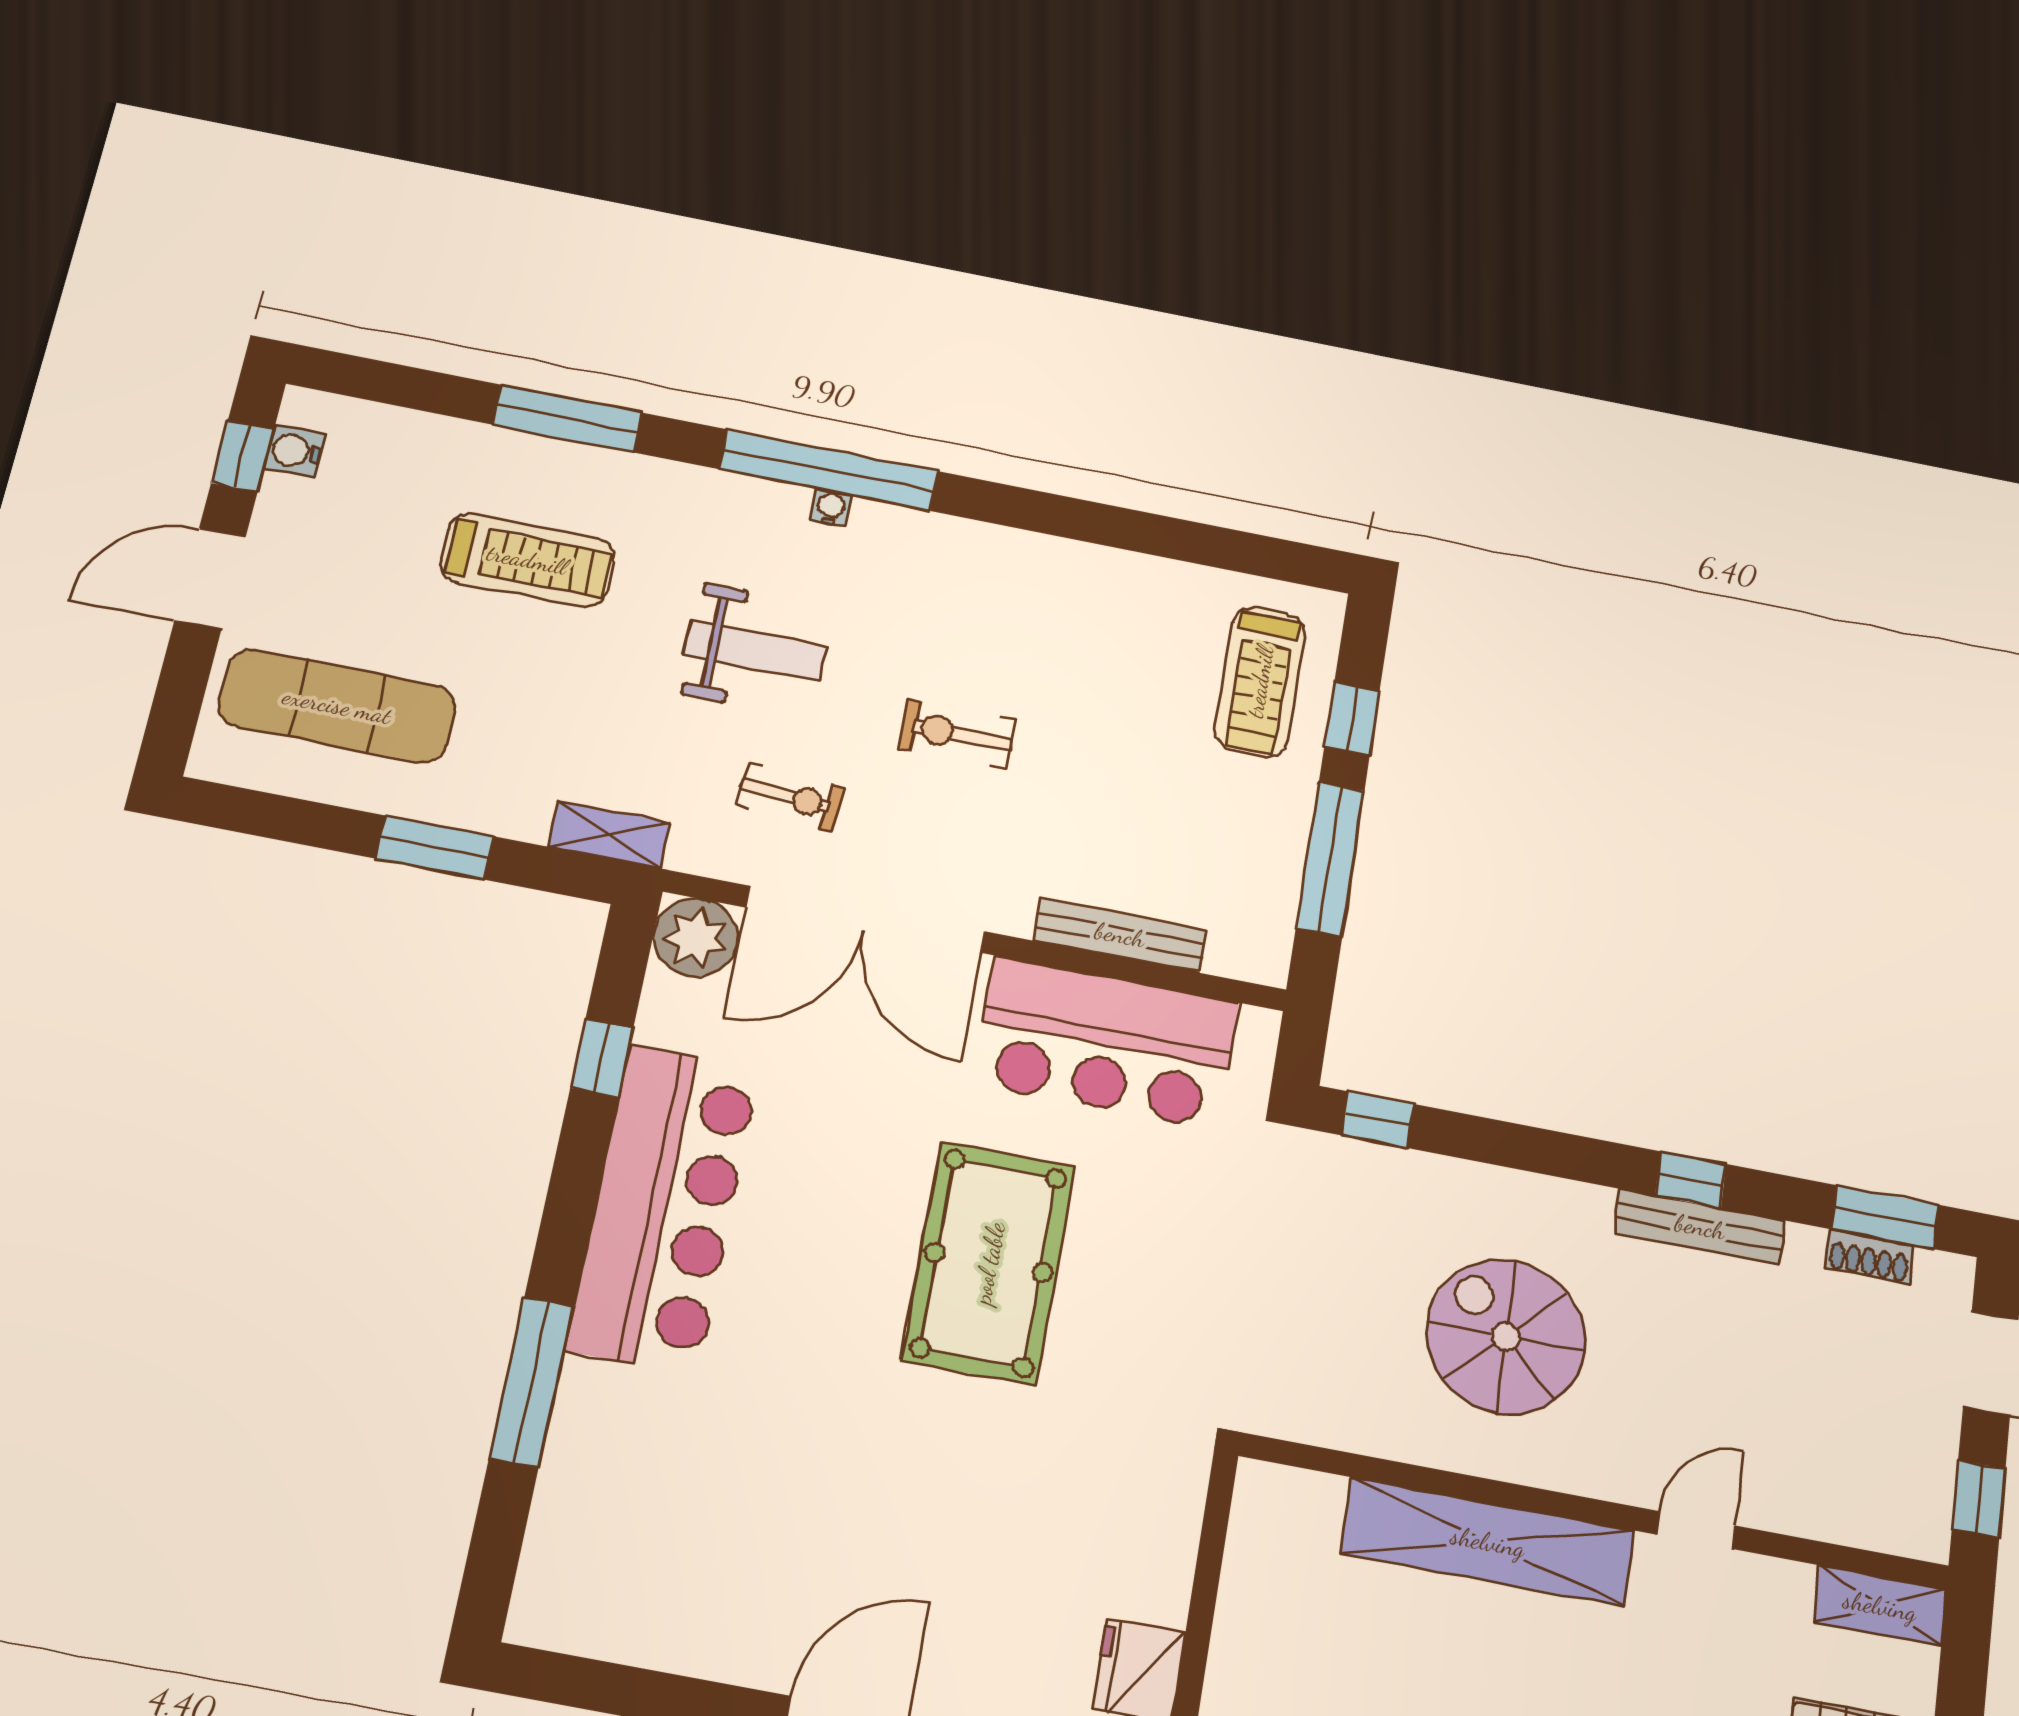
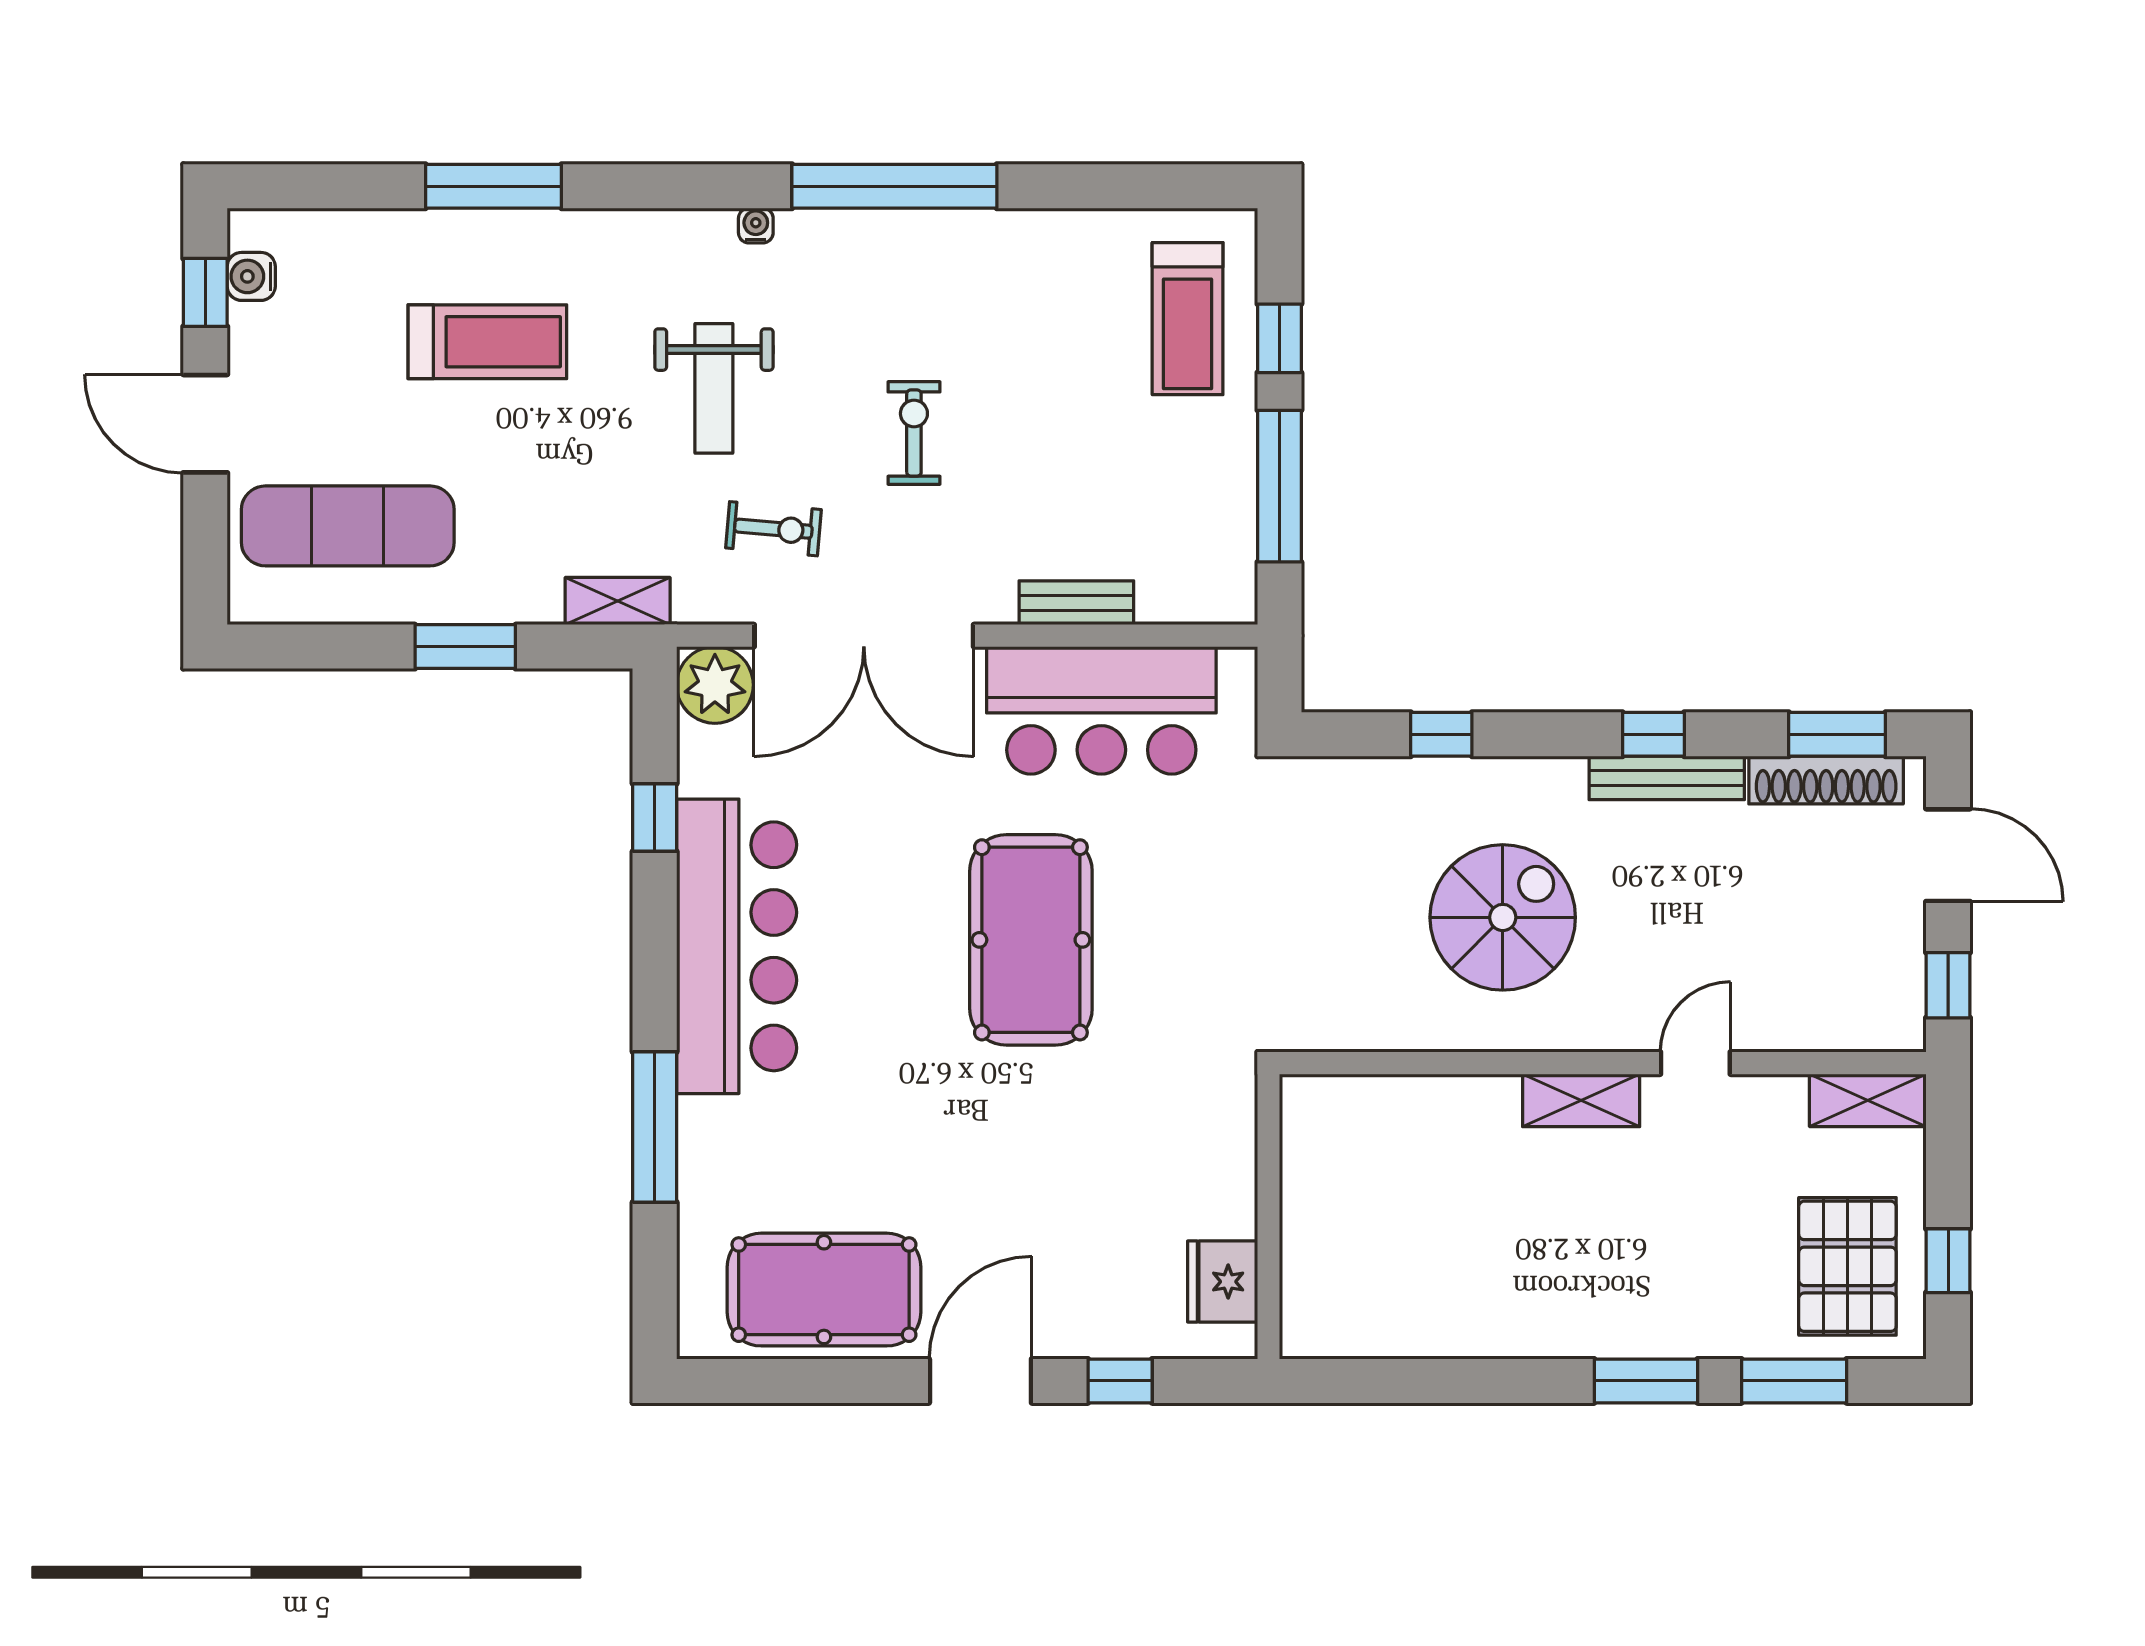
window: (829, 470) -> (894, 186), moved
door: (210, 579) -> (205, 424), hinge flipped
weight bench: (755, 651) -> (714, 388), turned 90
exercise bike: (957, 734) -> (914, 433), turned 90
bench: (1120, 935) -> (1076, 603), width x0.73
window: (1377, 1120) -> (1441, 734), moved
shoe rack: (1869, 1257) -> (1826, 780), width x1.94, depth x1.24
spiral stairs: (1506, 1337) -> (1503, 917), turned 90
shelving: (1488, 1542) -> (1581, 1100), width x0.45, depth x0.75
pool table: (686, 1596) -> (824, 1290), added

